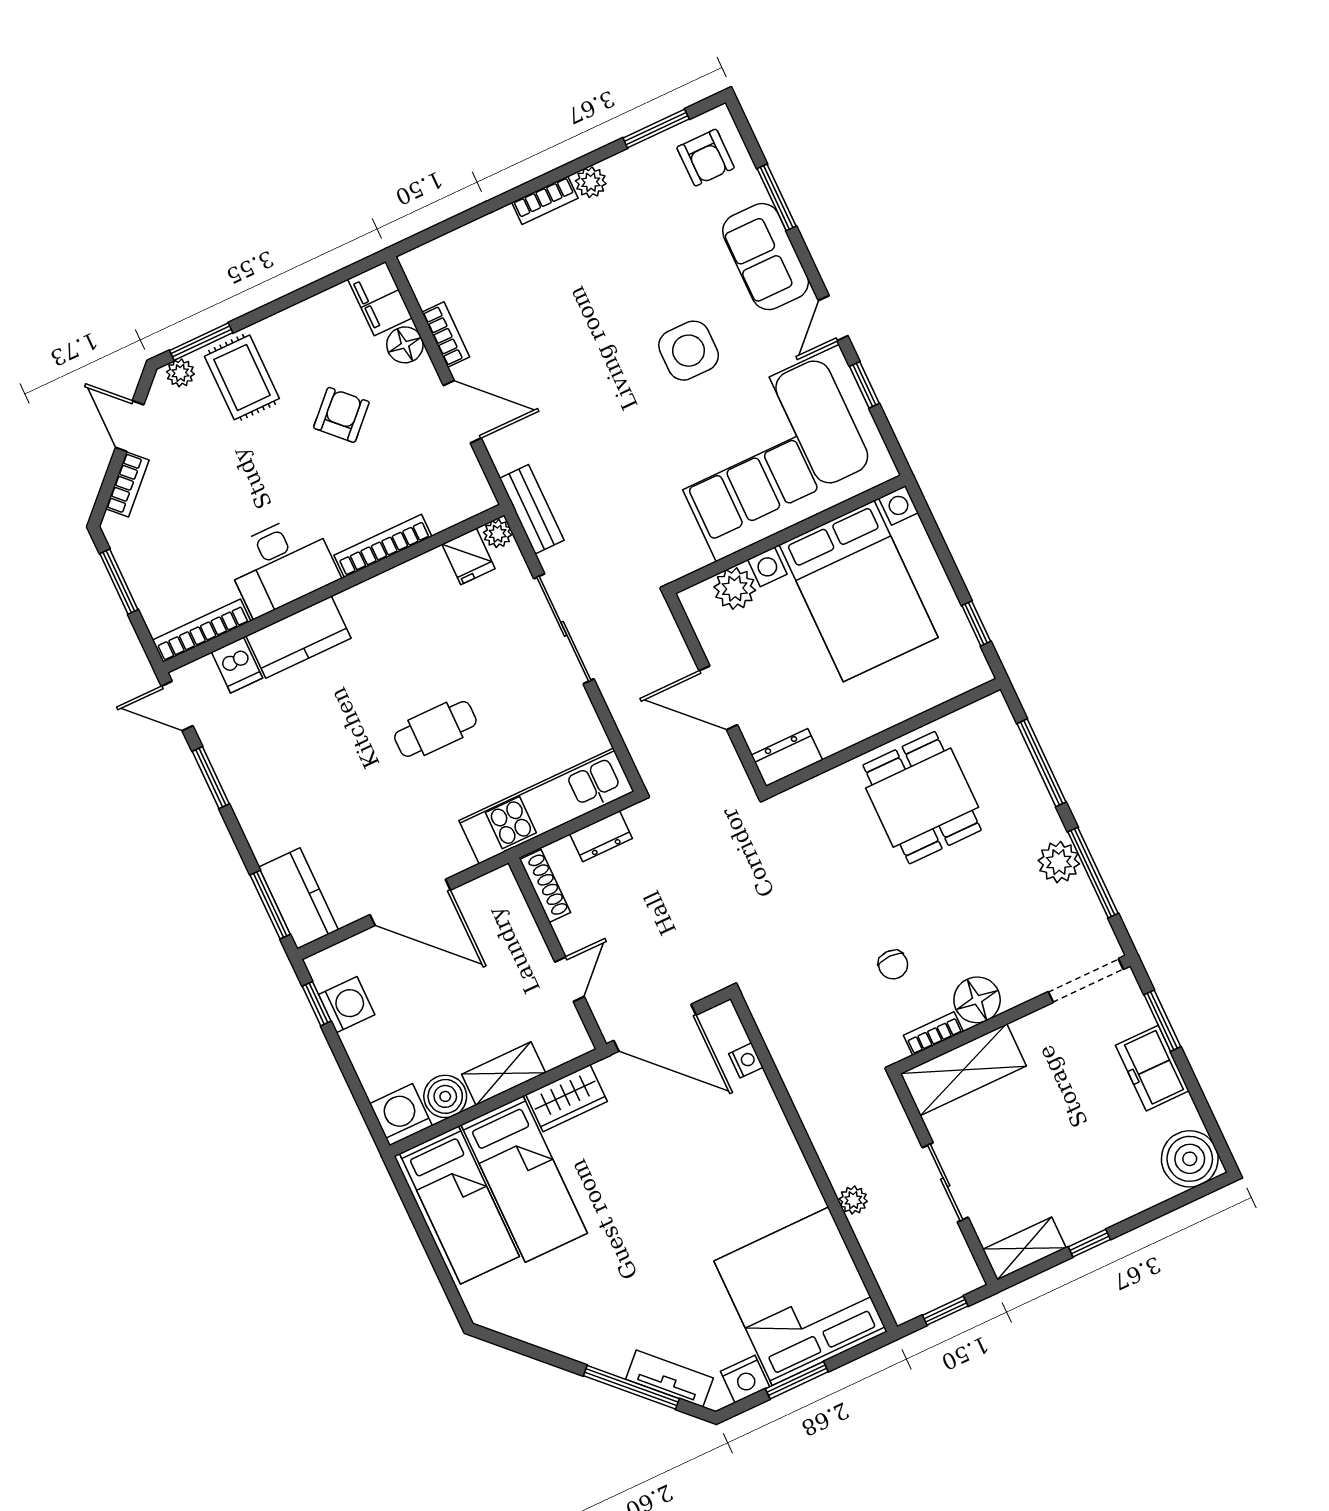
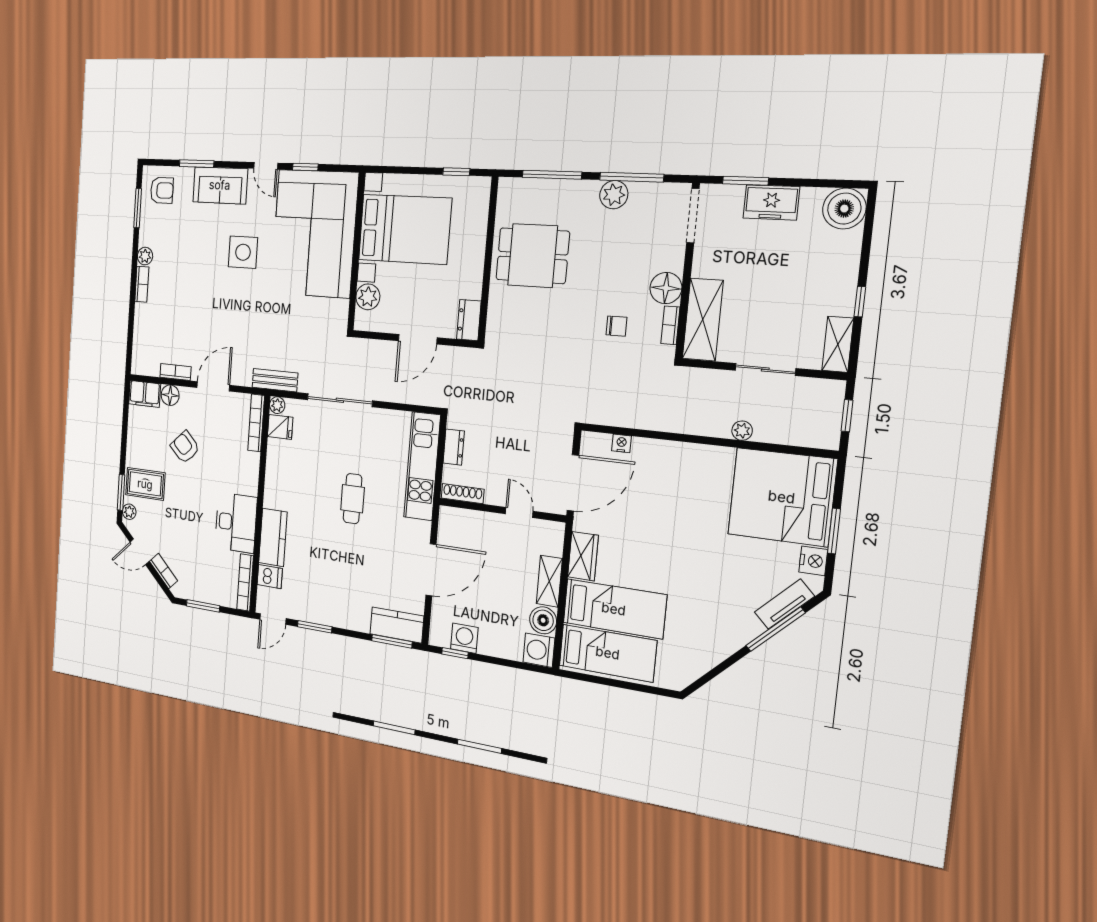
bookcase: (383, 546) -> (256, 423), moved

